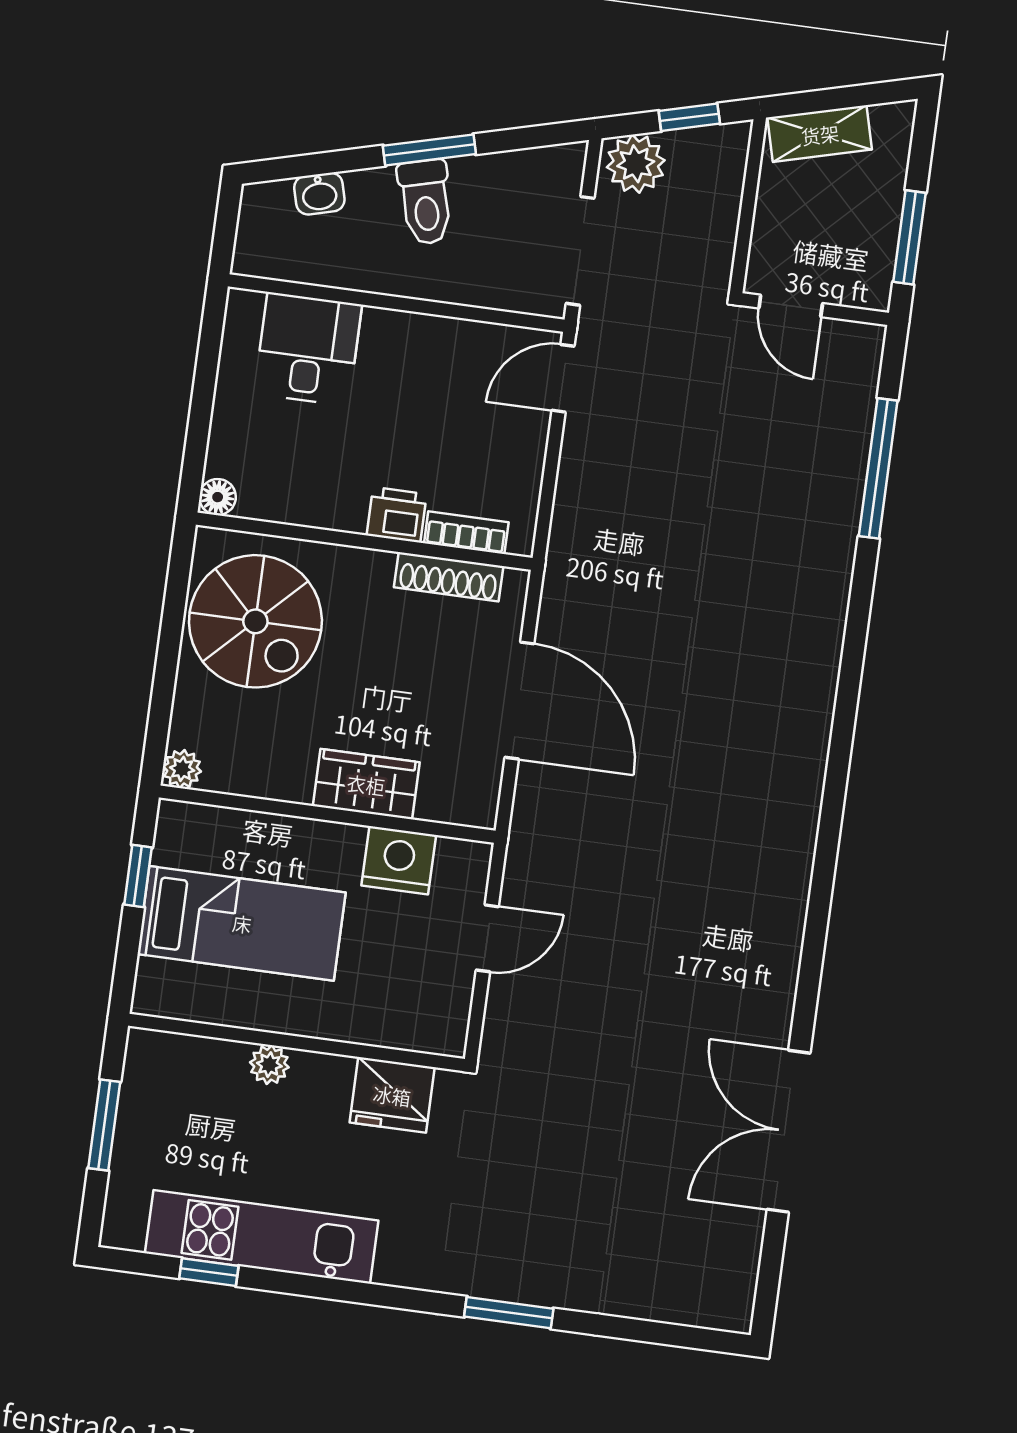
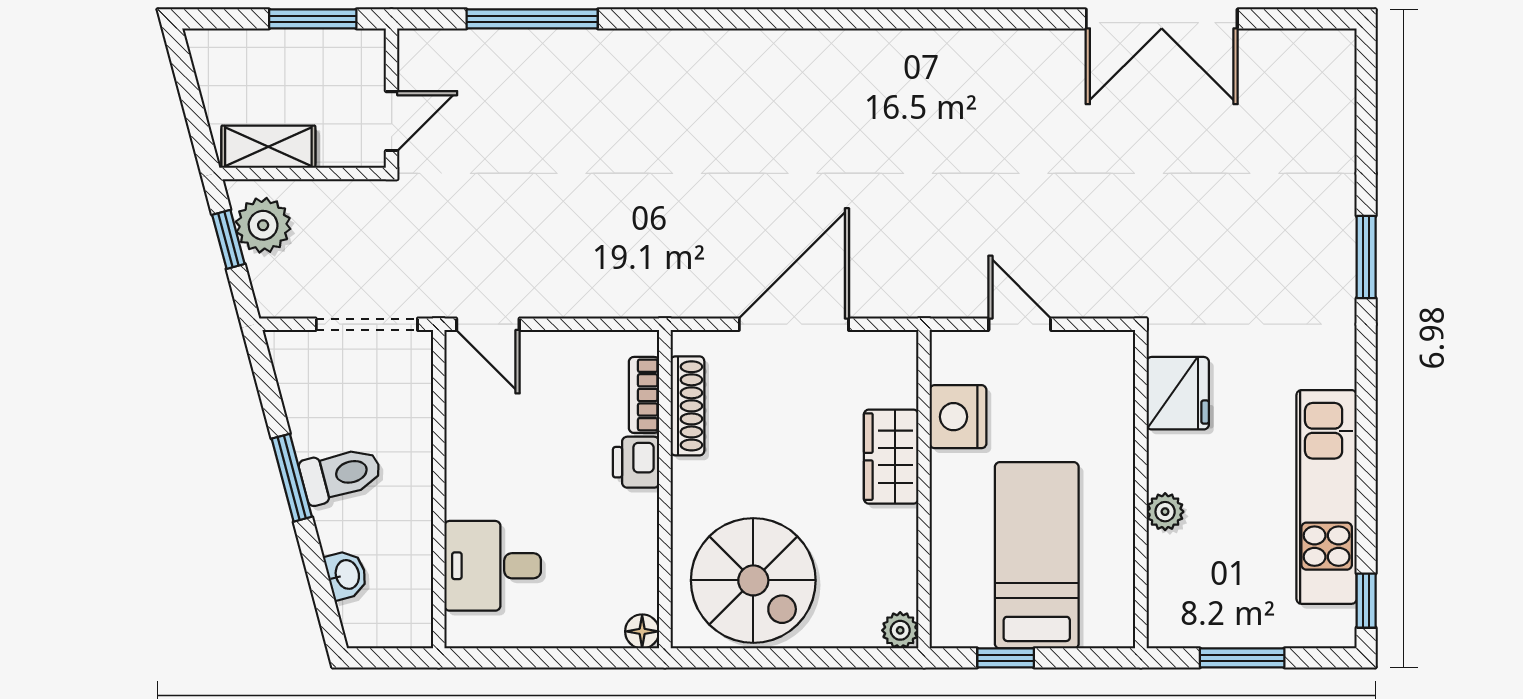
shelving: (820, 134) -> (268, 147), moved, turned -75
plant: (636, 164) -> (263, 225), moved
spiral stairs: (255, 621) -> (753, 580), turned 90
window: (209, 1272) -> (1366, 601), moved

